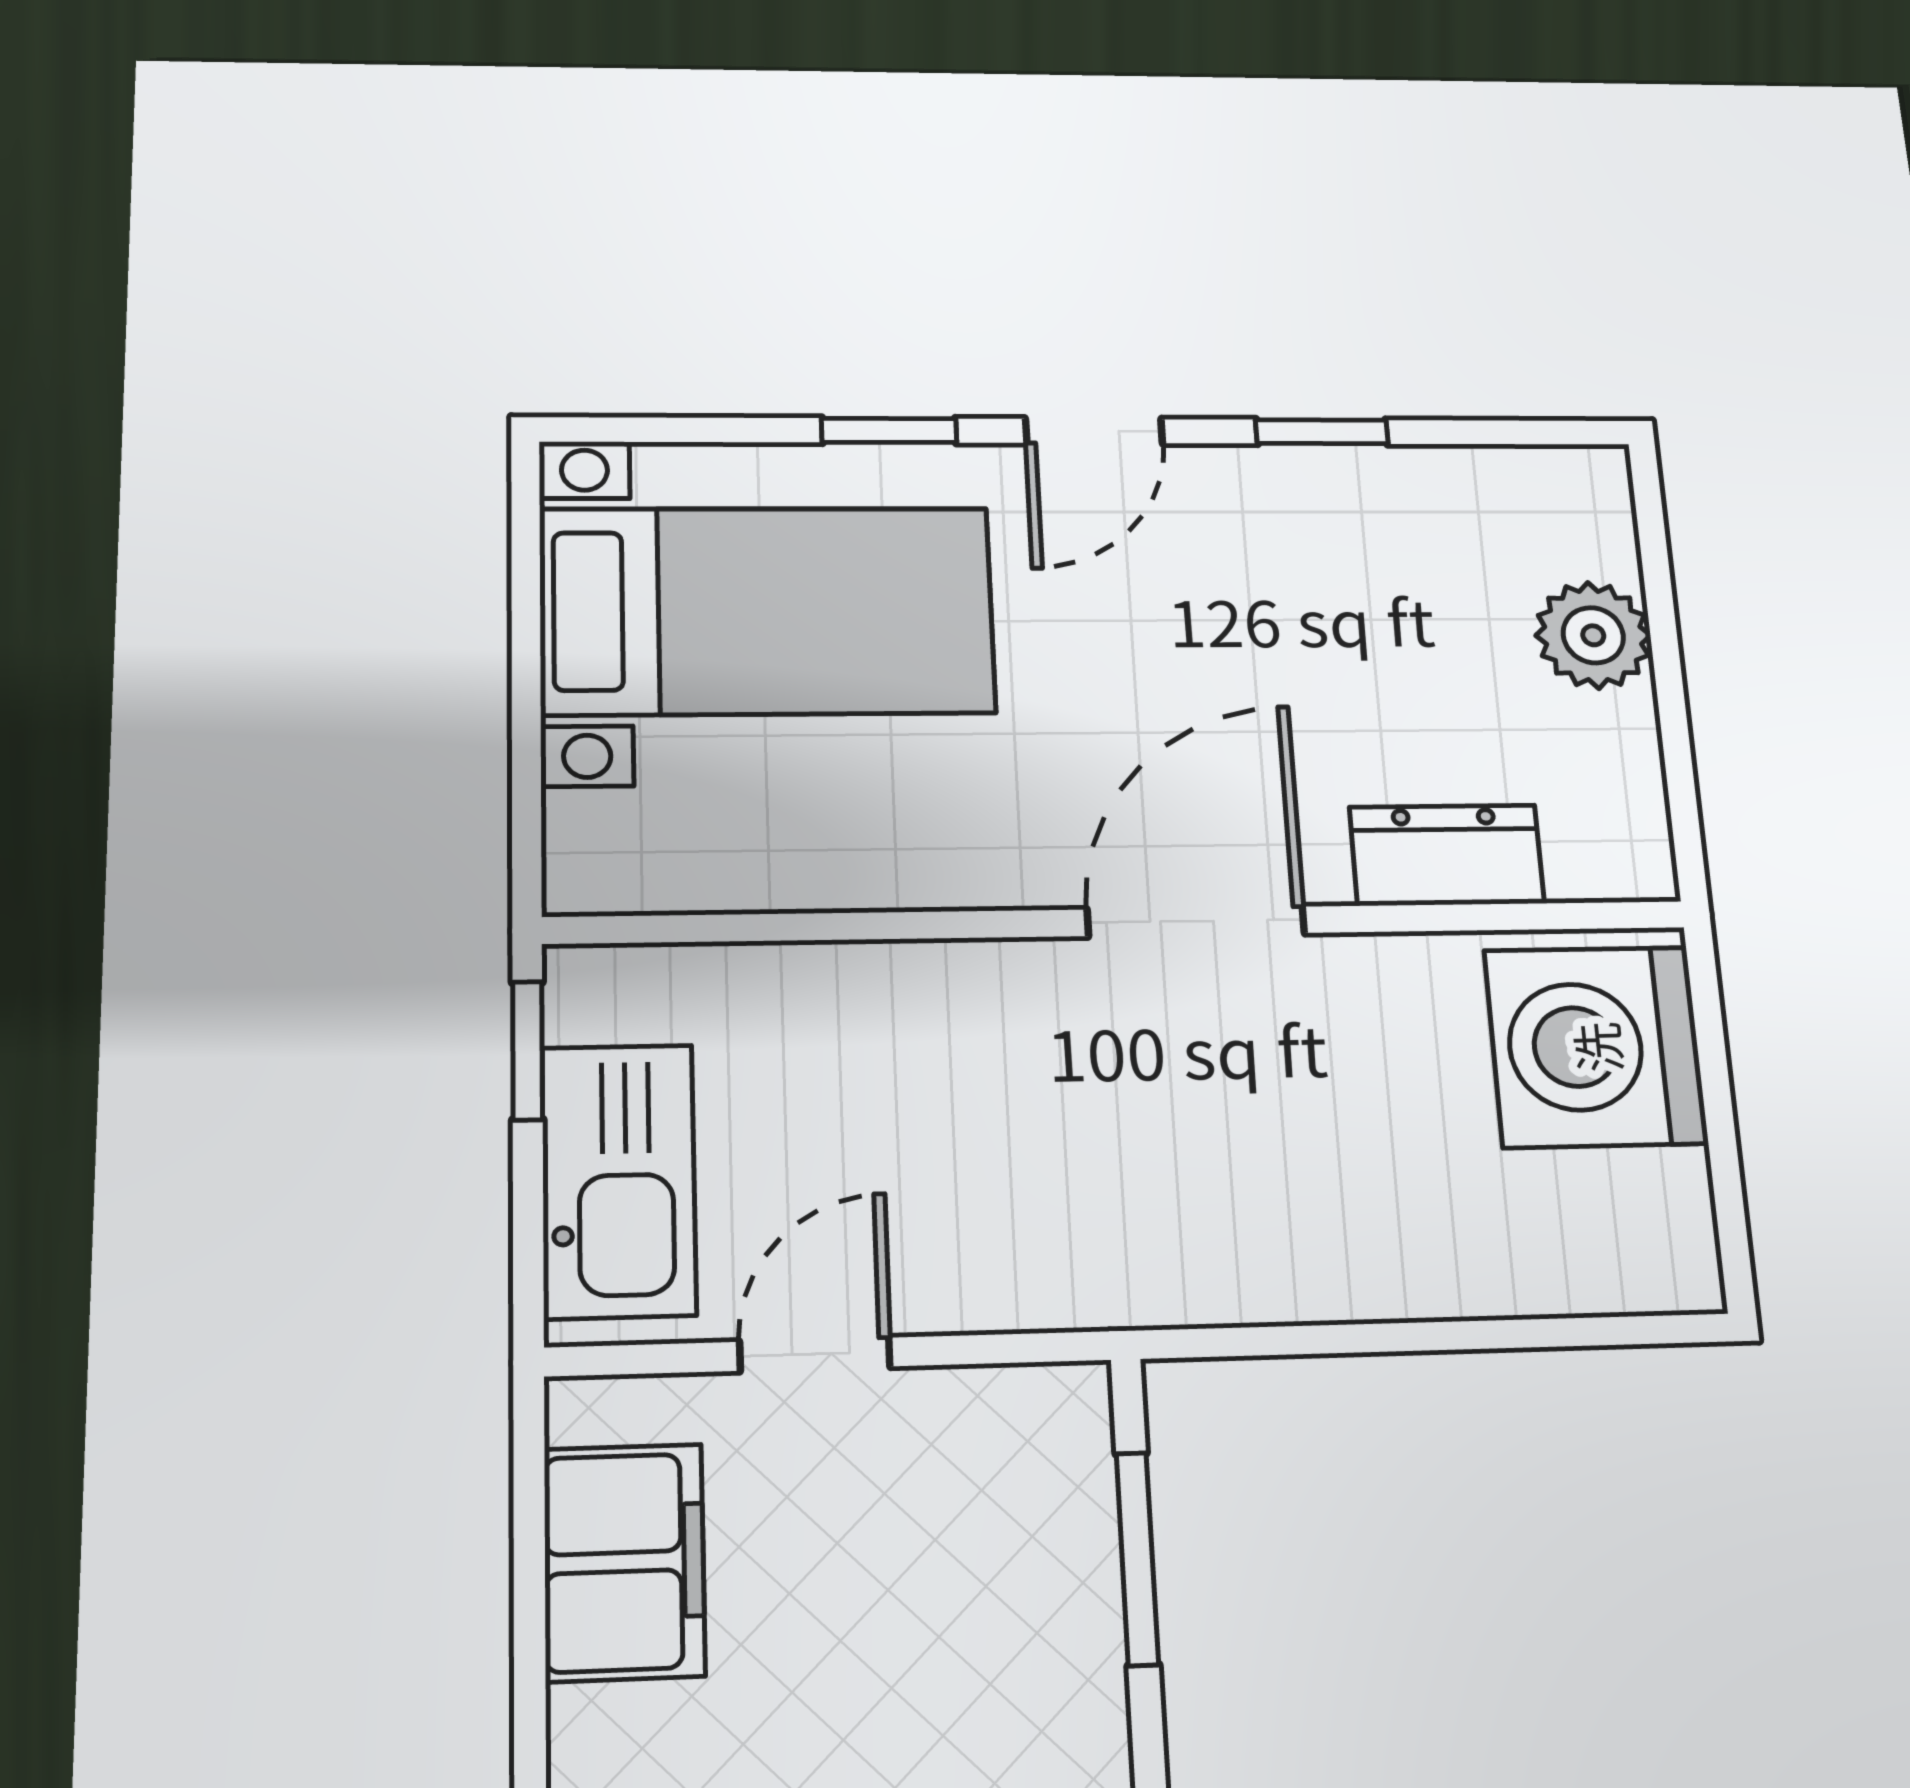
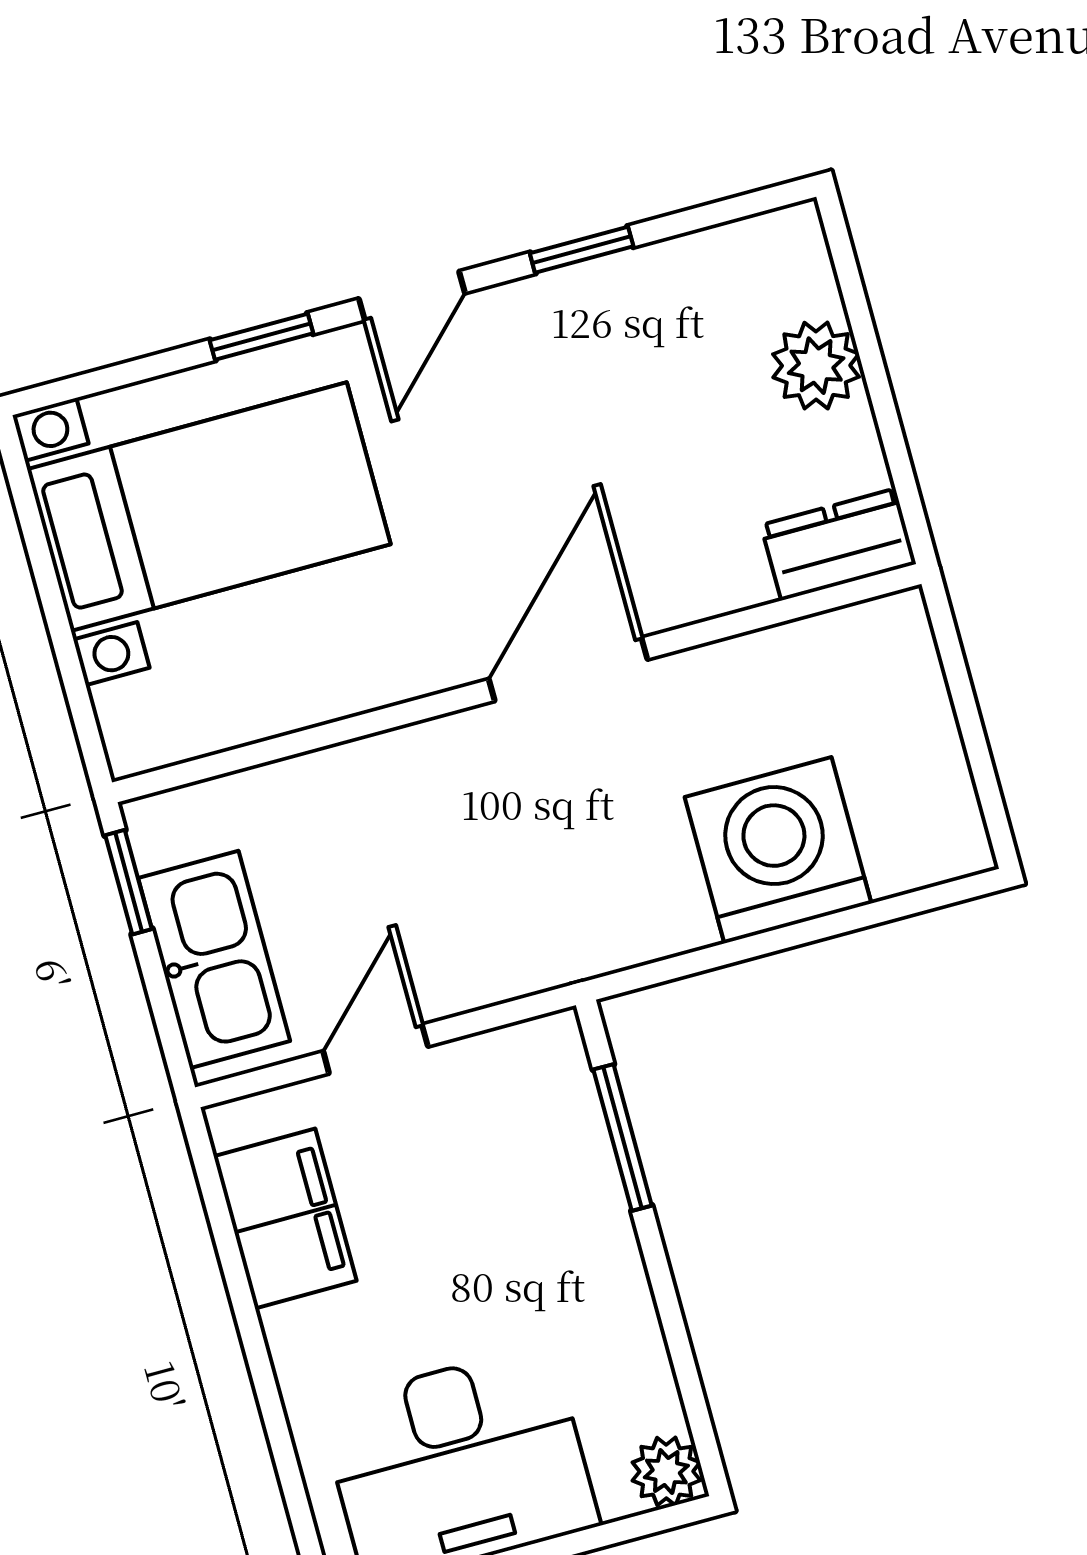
dresser: (1447, 855) -> (839, 544), moved
washing machine: (1596, 1047) -> (778, 850), moved, turned 90

